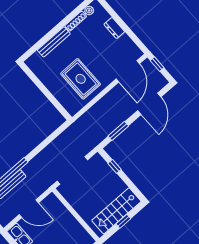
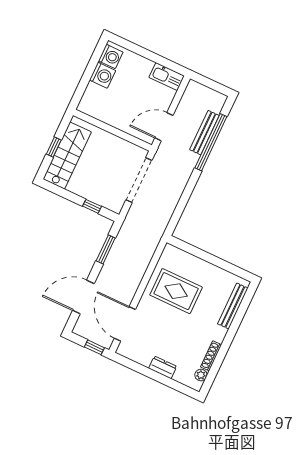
bench: (54, 42) -> (233, 306), moved
door: (149, 104) -> (83, 297), hinge flipped
door: (29, 209) -> (164, 127), moved

